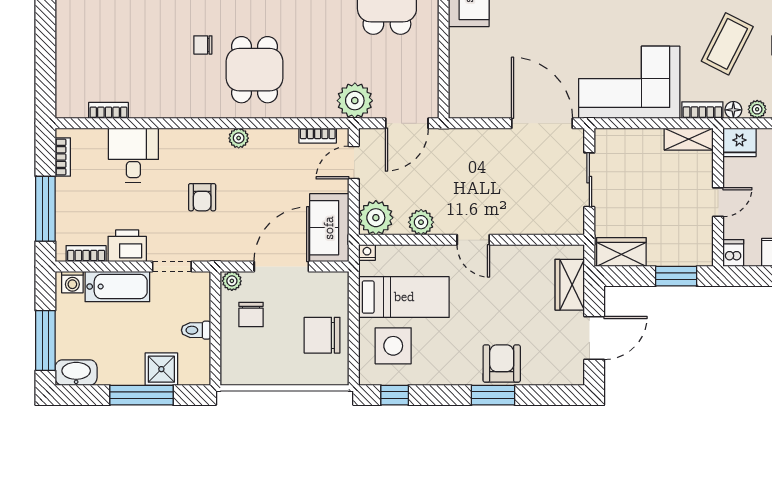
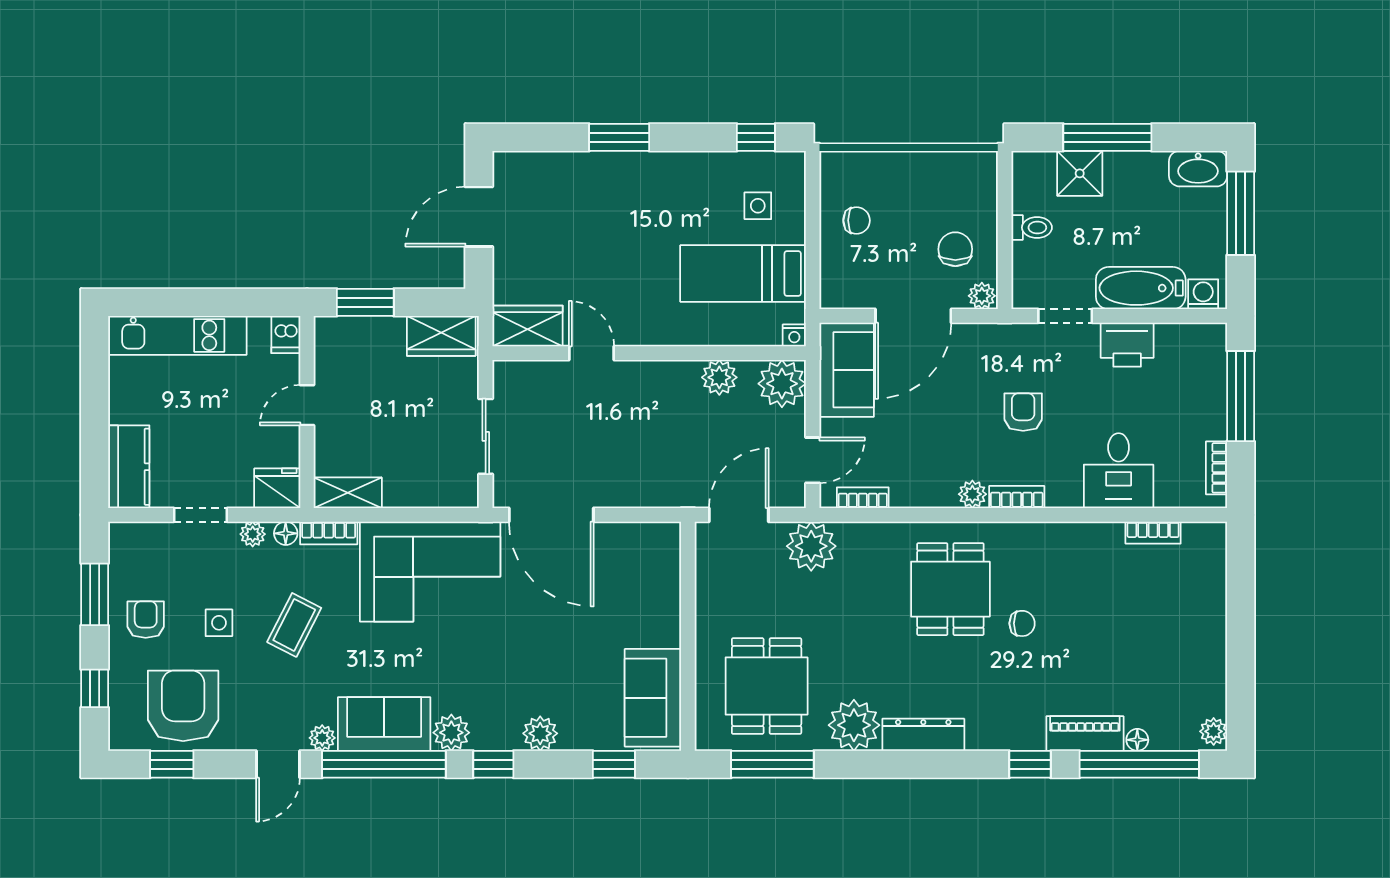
coffee table: (727, 44) -> (294, 625), width x0.73, depth x0.77
door: (473, 240) -> (592, 353), moved
bookcase: (86, 254) -> (1017, 497), moved, turned 180
wardrobe: (570, 285) -> (528, 326), moved, turned -90
chair: (322, 335) -> (857, 220), width x0.54, depth x0.54
side table: (393, 346) -> (758, 206), width x0.54, depth x0.54
armchair: (502, 364) -> (607, 181), removed

